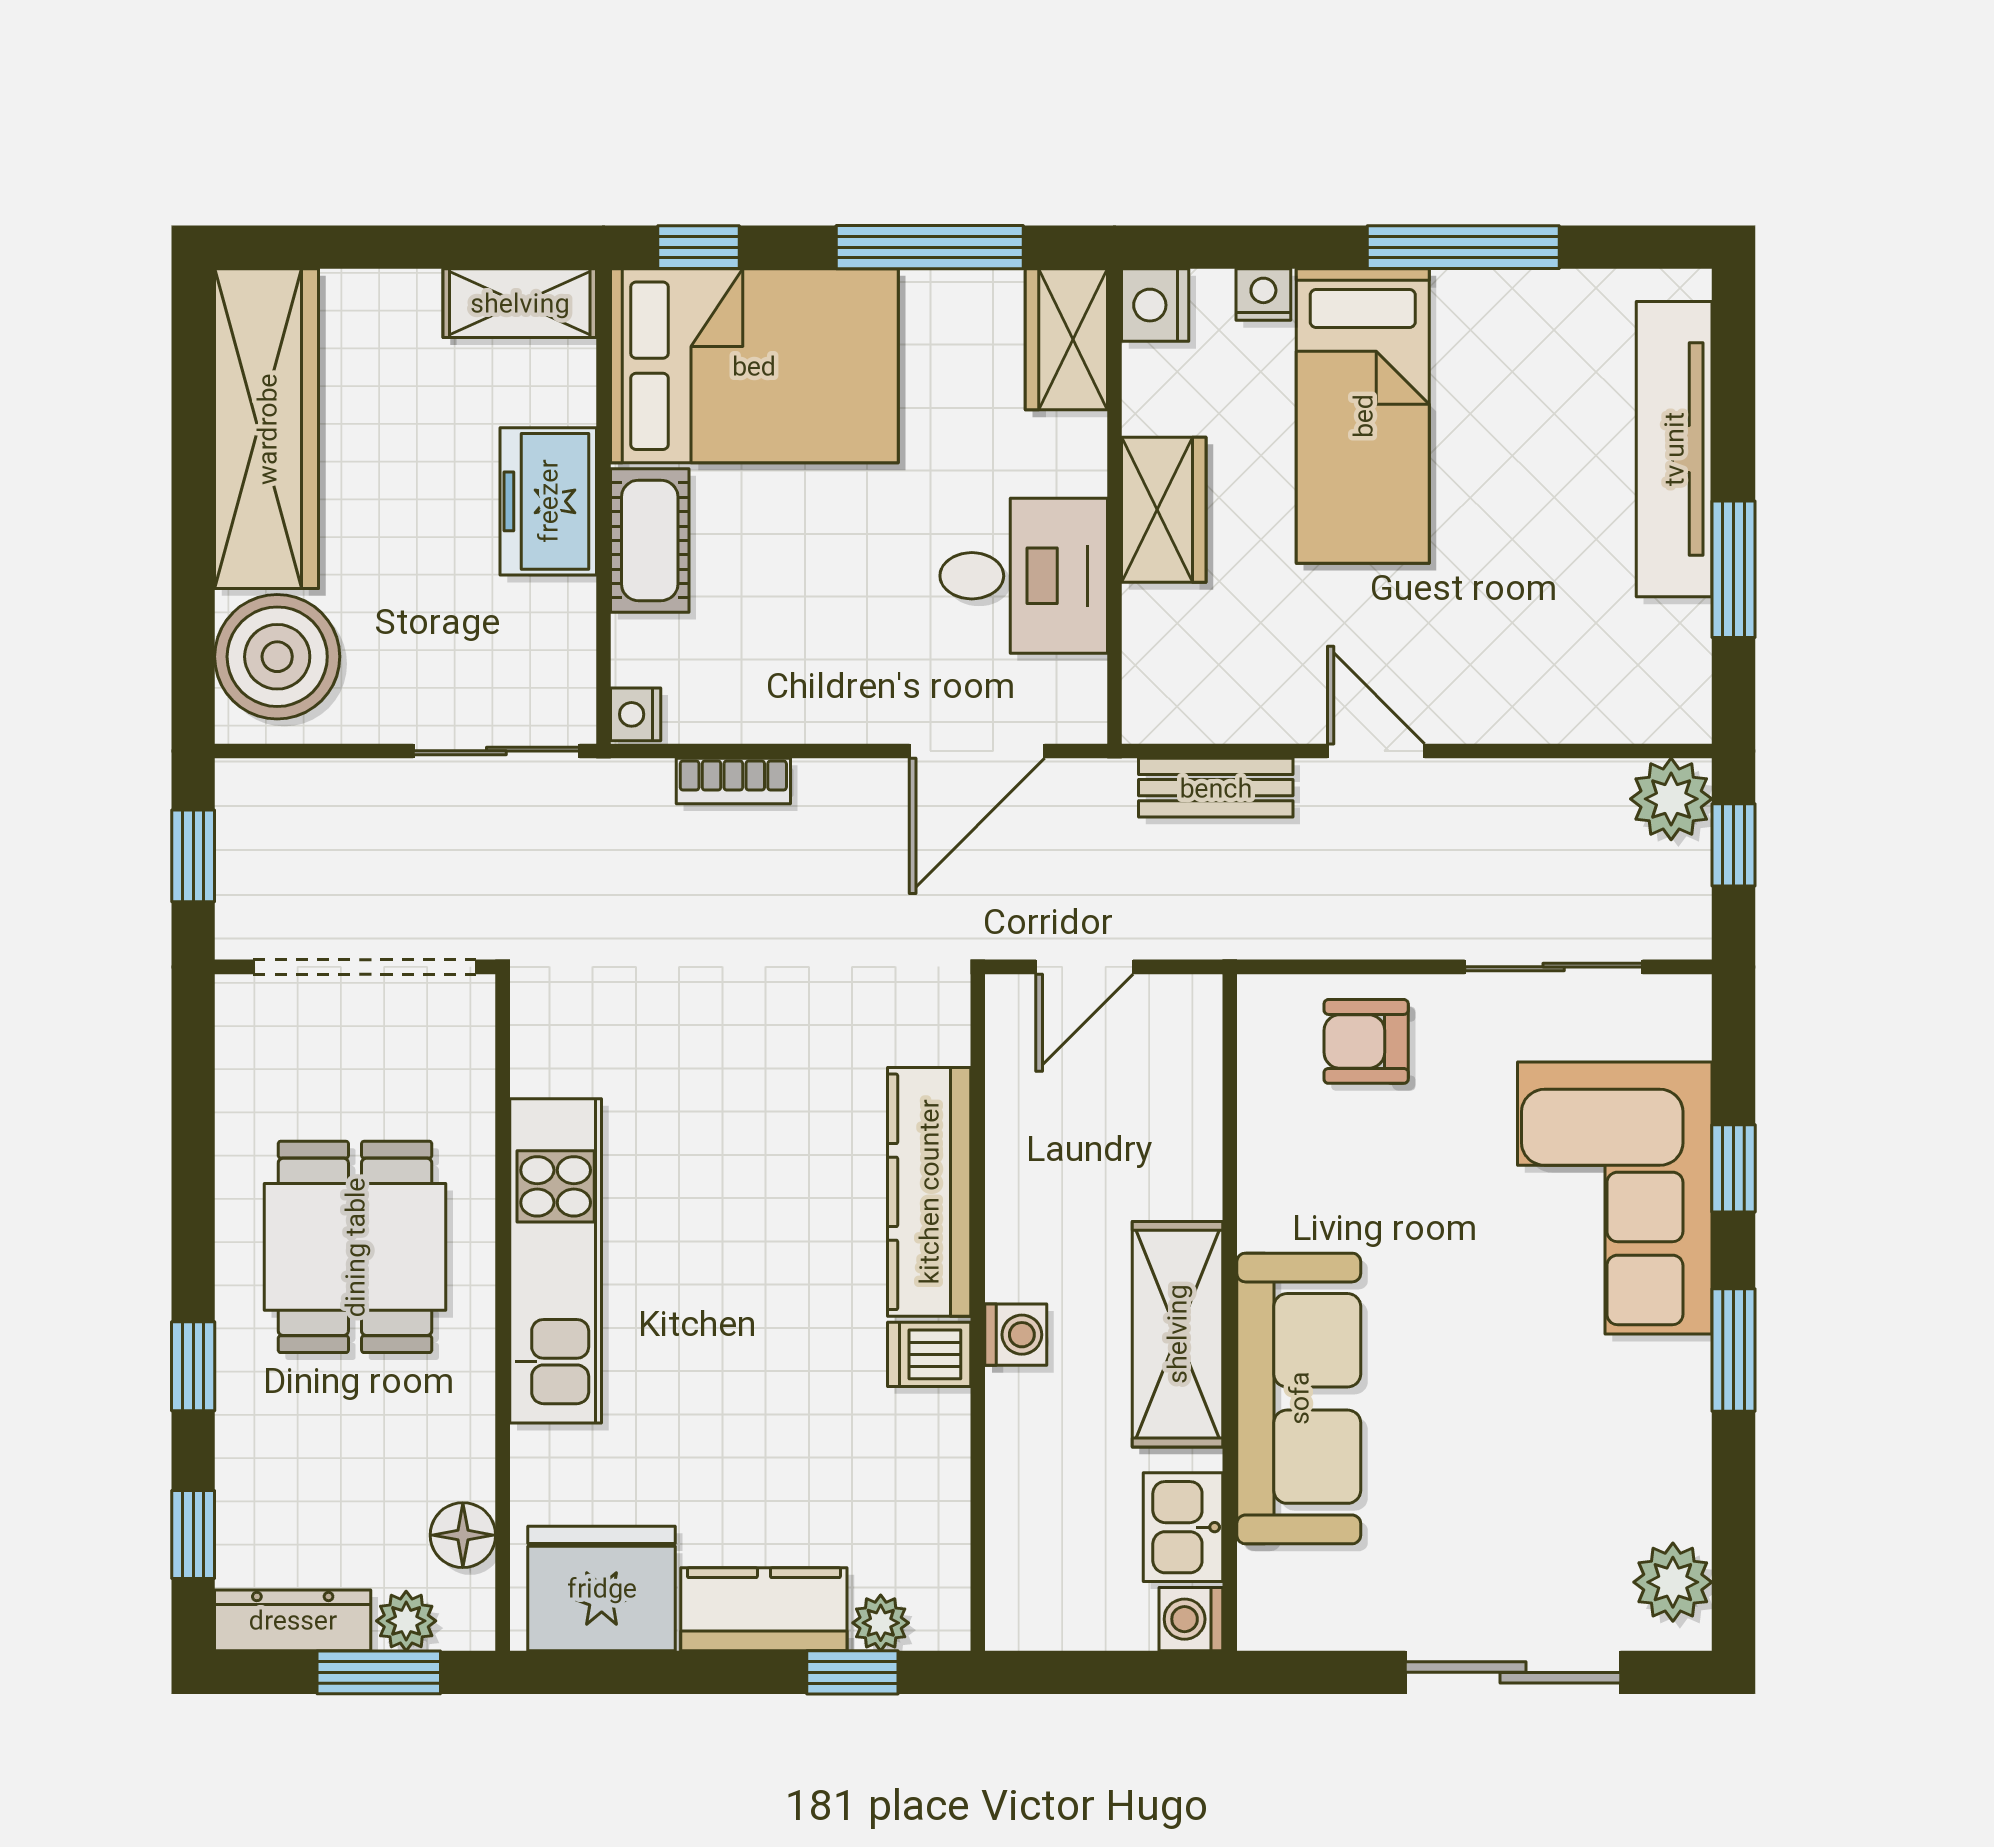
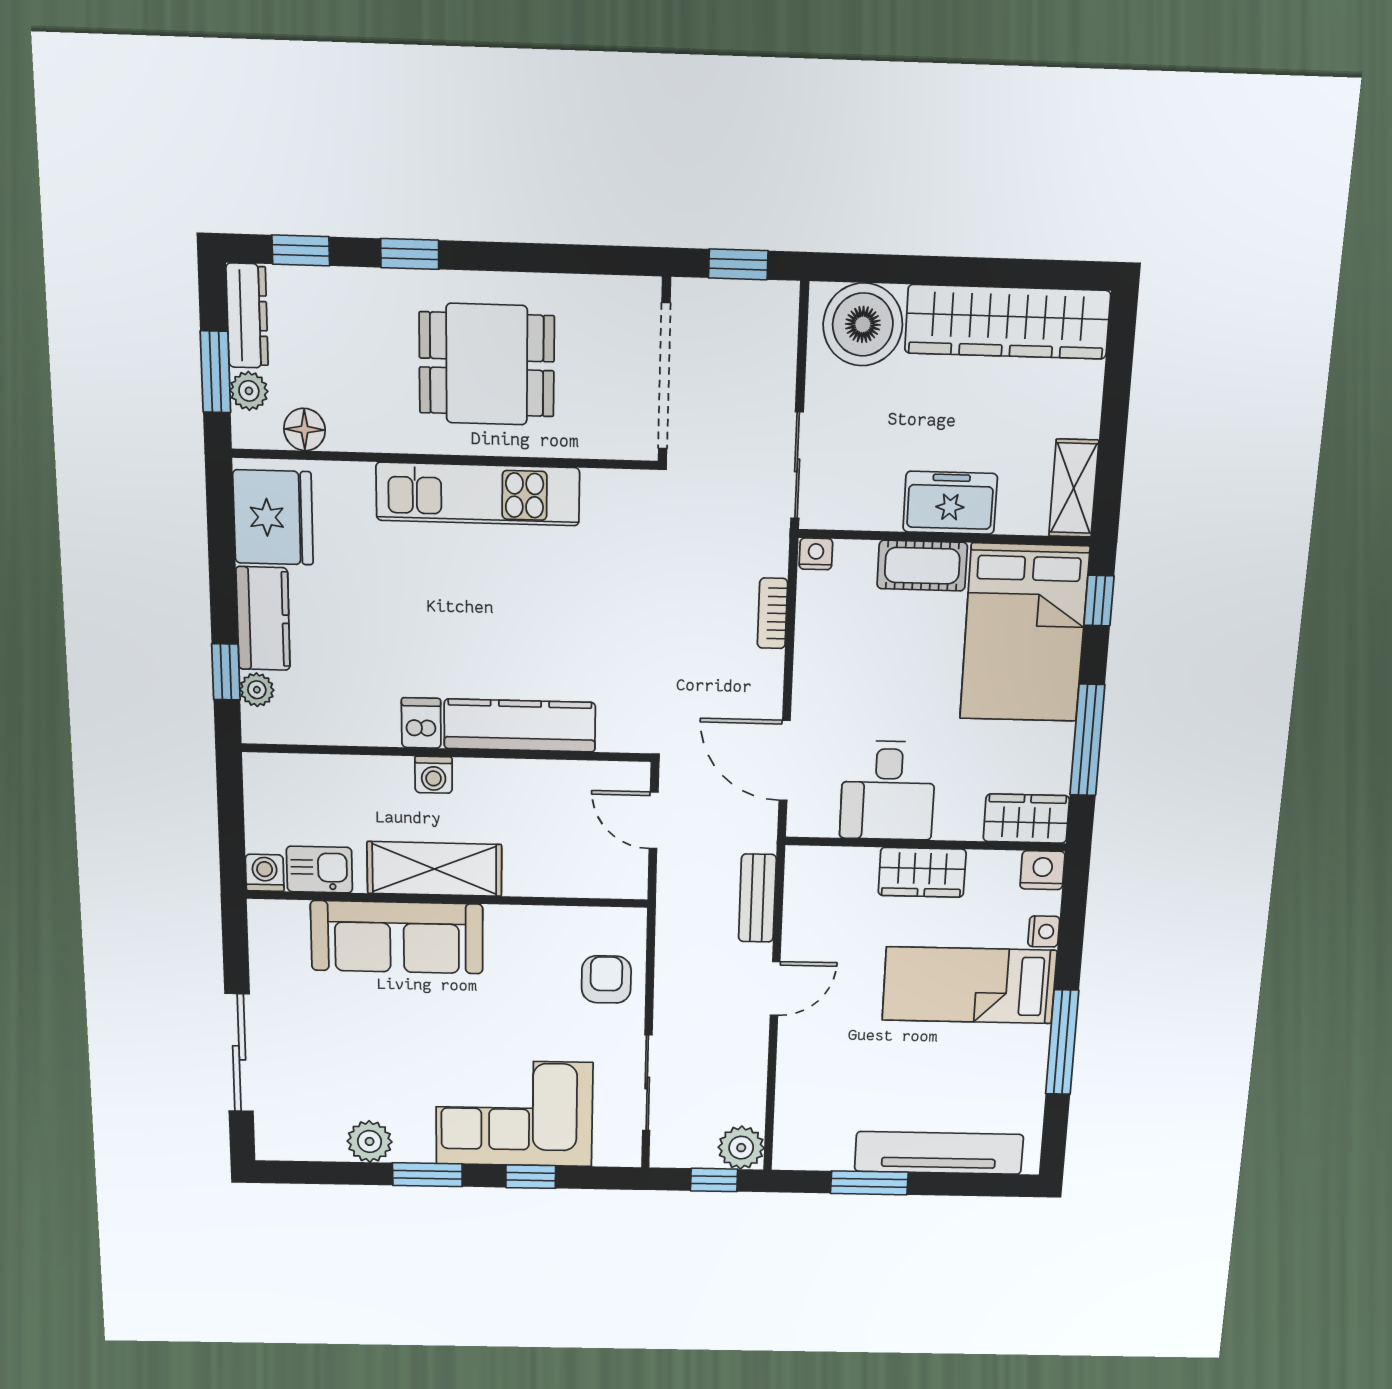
plant: (1673, 1582) -> (370, 1141), moved

